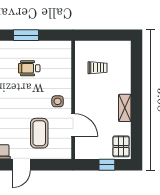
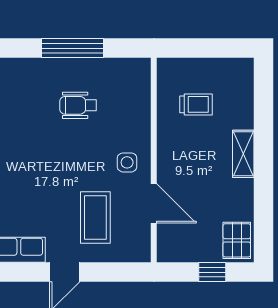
window: (26, 35) -> (73, 48), width x1.44
shelving: (125, 108) -> (243, 154), moved

